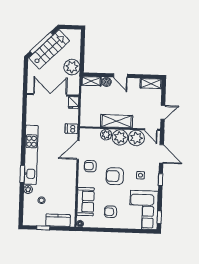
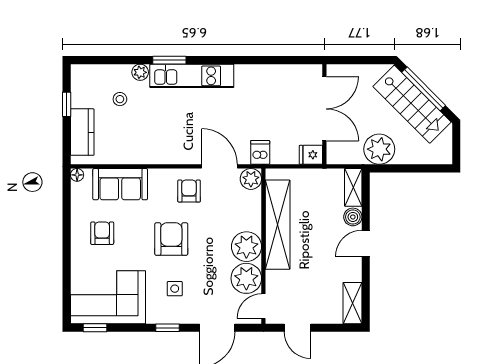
shelving: (117, 121) -> (278, 225), width x1.47
plant: (106, 135) -> (251, 179), moved
kitchen unit: (31, 155) -> (192, 76), width x0.73

